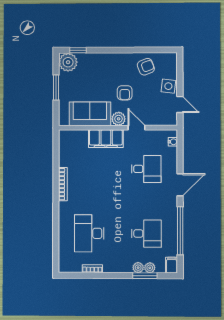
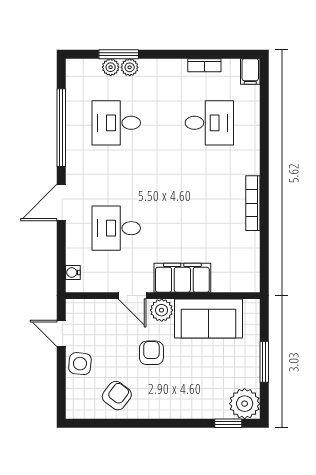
armchair: (146, 67) -> (117, 396), turned 148
desk: (89, 233) -> (209, 123), width x0.73
filing cabinet: (172, 265) -> (250, 72), moved

